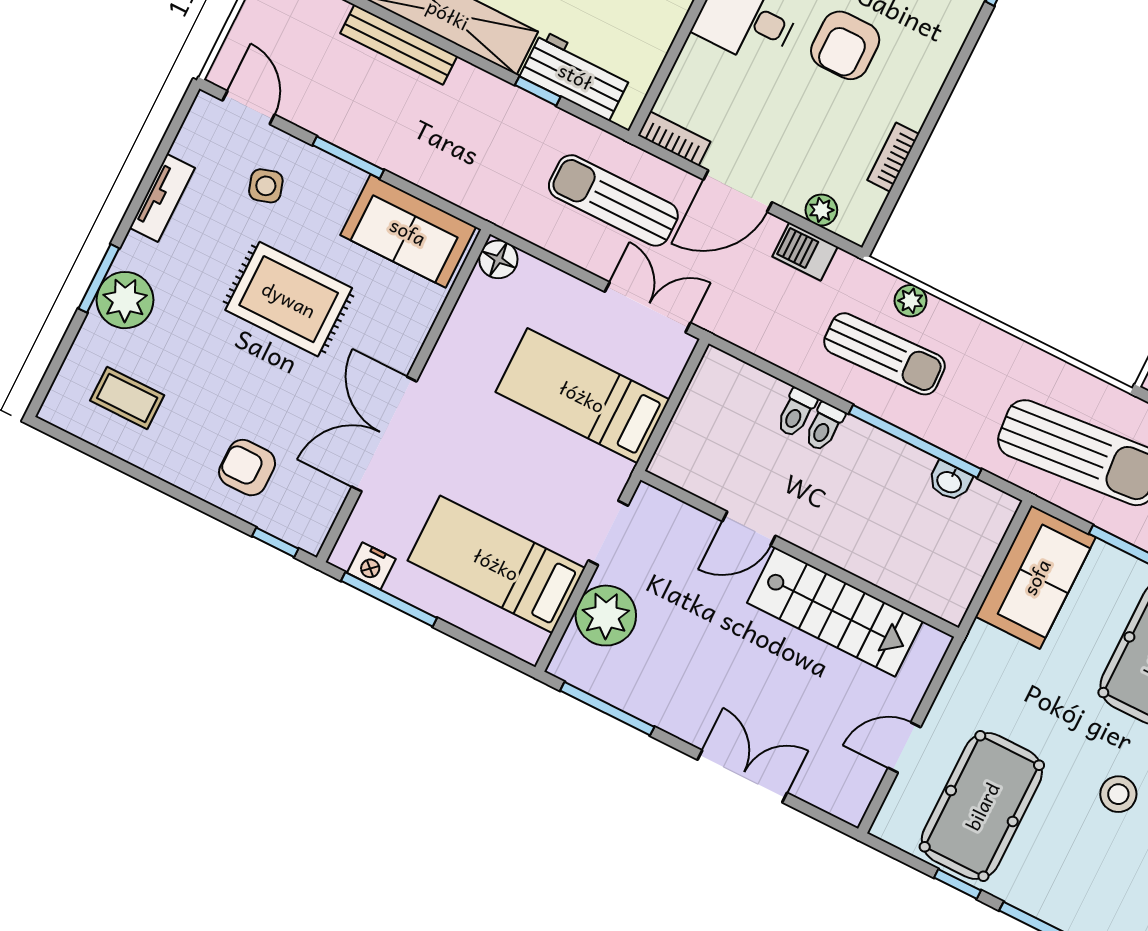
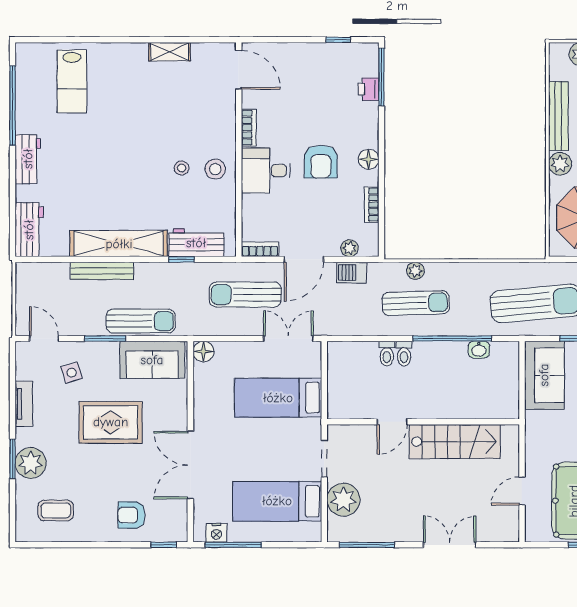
floor lamp: (925, 81) -> (369, 159), added
sun lounger: (421, 158) -> (141, 321), added

